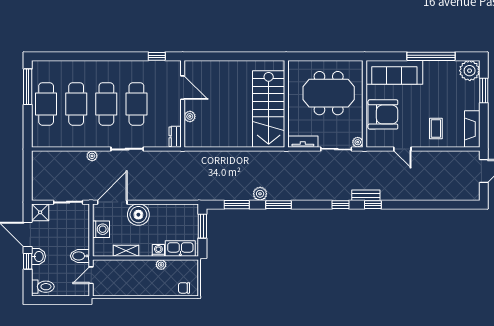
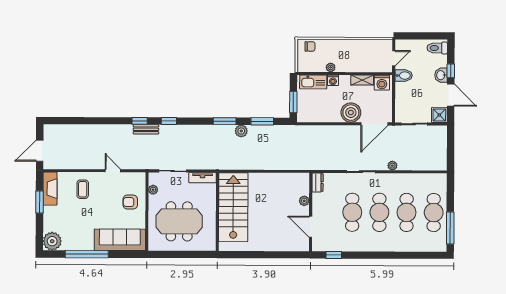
window: (484, 90) -> (39, 202), moved
armchair: (383, 114) -> (130, 202), width x0.53, depth x0.53
plant: (358, 142) -> (153, 190), moved
washing machine: (101, 229) -> (382, 83), moved, turned -90

